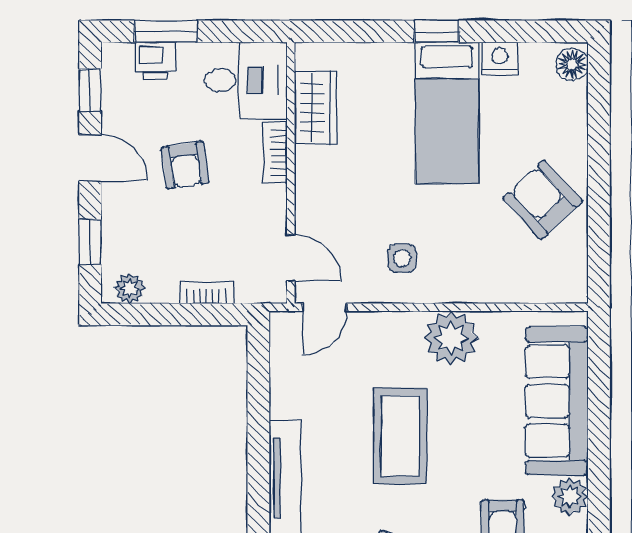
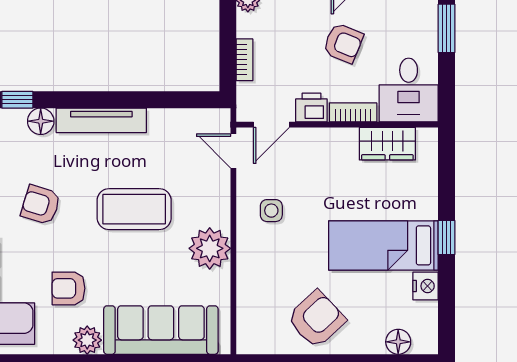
printer: (155, 61) -> (311, 108), moved, turned 90
floor lamp: (572, 64) -> (398, 342), moved
armchair: (185, 165) -> (343, 43), turned -150

